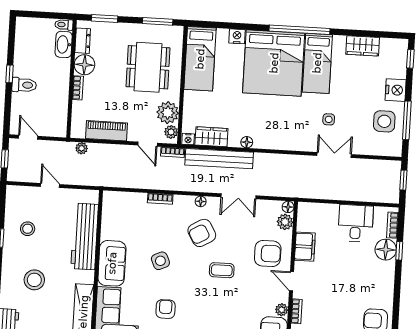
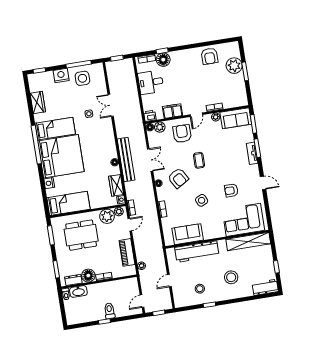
bench: (219, 159) -> (126, 159), moved
printer: (305, 211) -> (150, 116), added
sofa: (112, 263) -> (188, 234), moved

